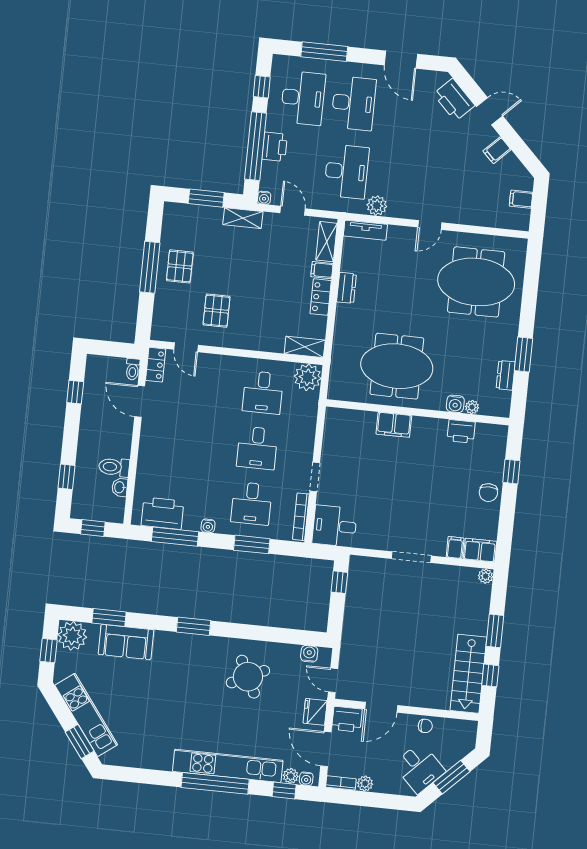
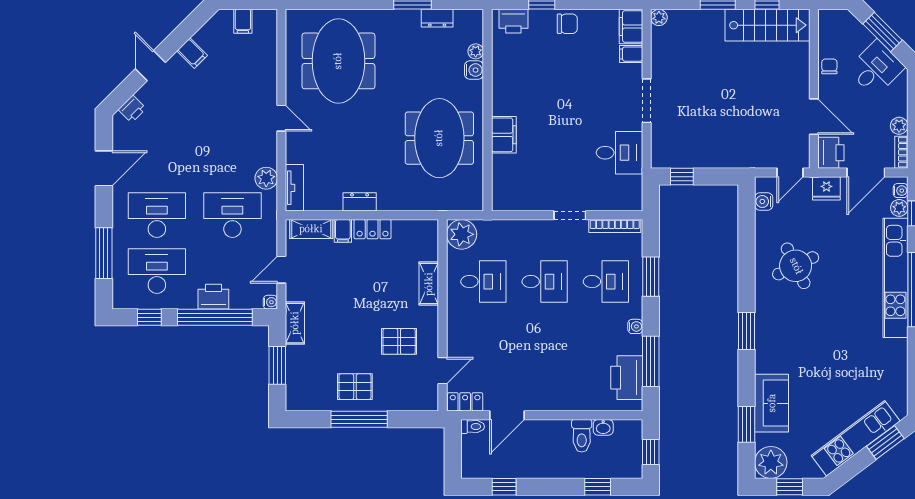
printer: (454, 100) -> (132, 109), width x0.53, depth x0.68
shelving: (305, 347) -> (429, 284), moved
printer: (461, 431) -> (513, 21), moved, turned 90
desk: (335, 526) -> (619, 153), moved, turned -90

